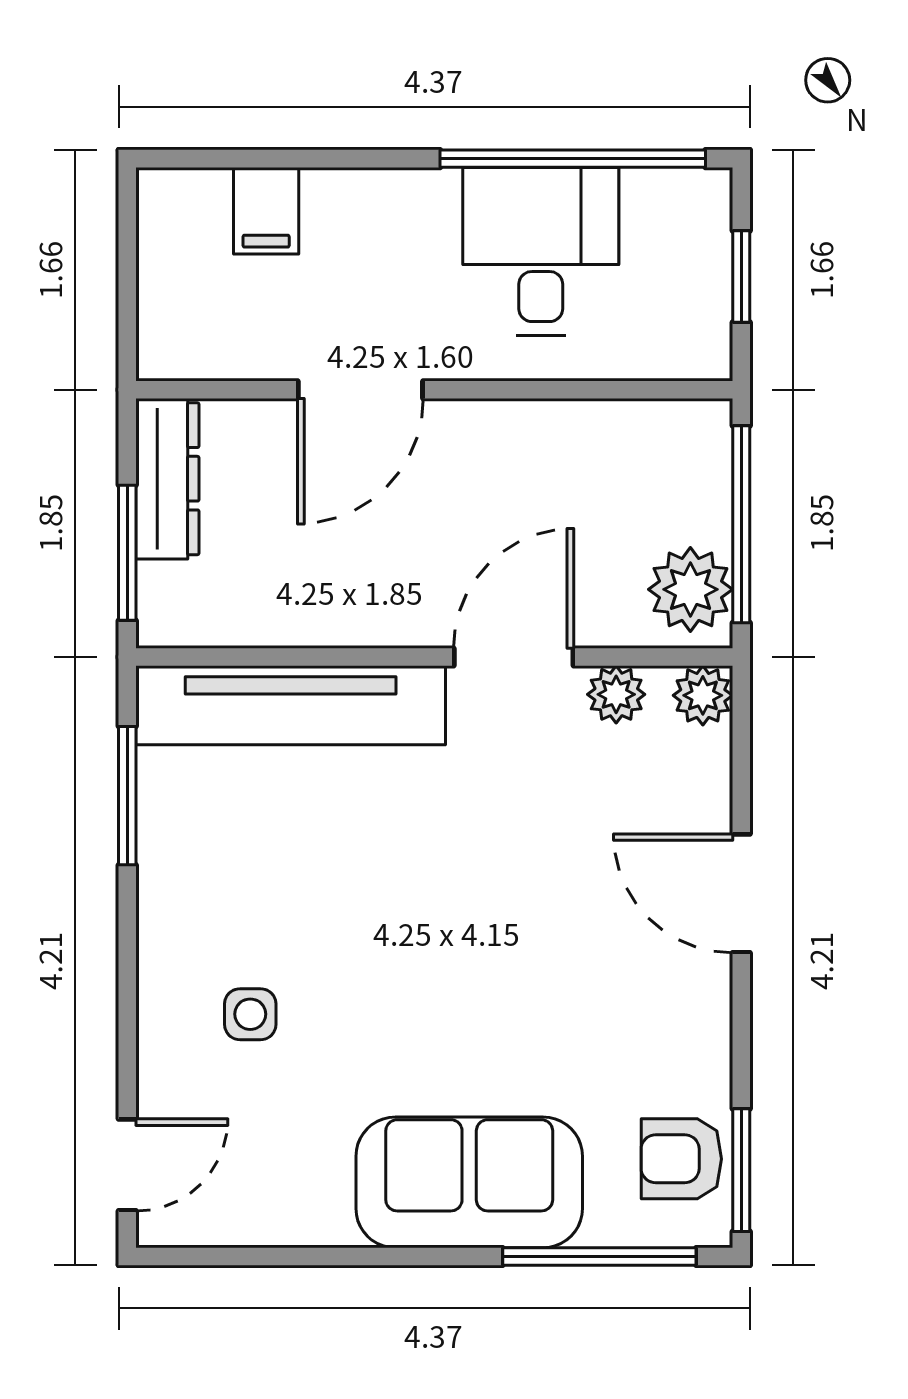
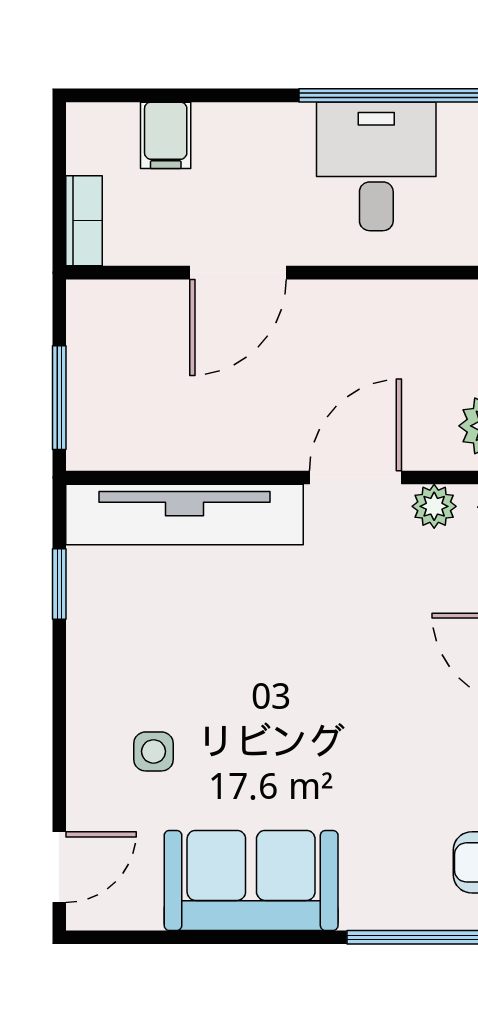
bookcase: (160, 322) -> (84, 221), added
dresser: (167, 479) -> (90, 341), removed
window: (127, 796) -> (59, 584), width x0.67
sofa: (469, 1182) -> (251, 880), moved

